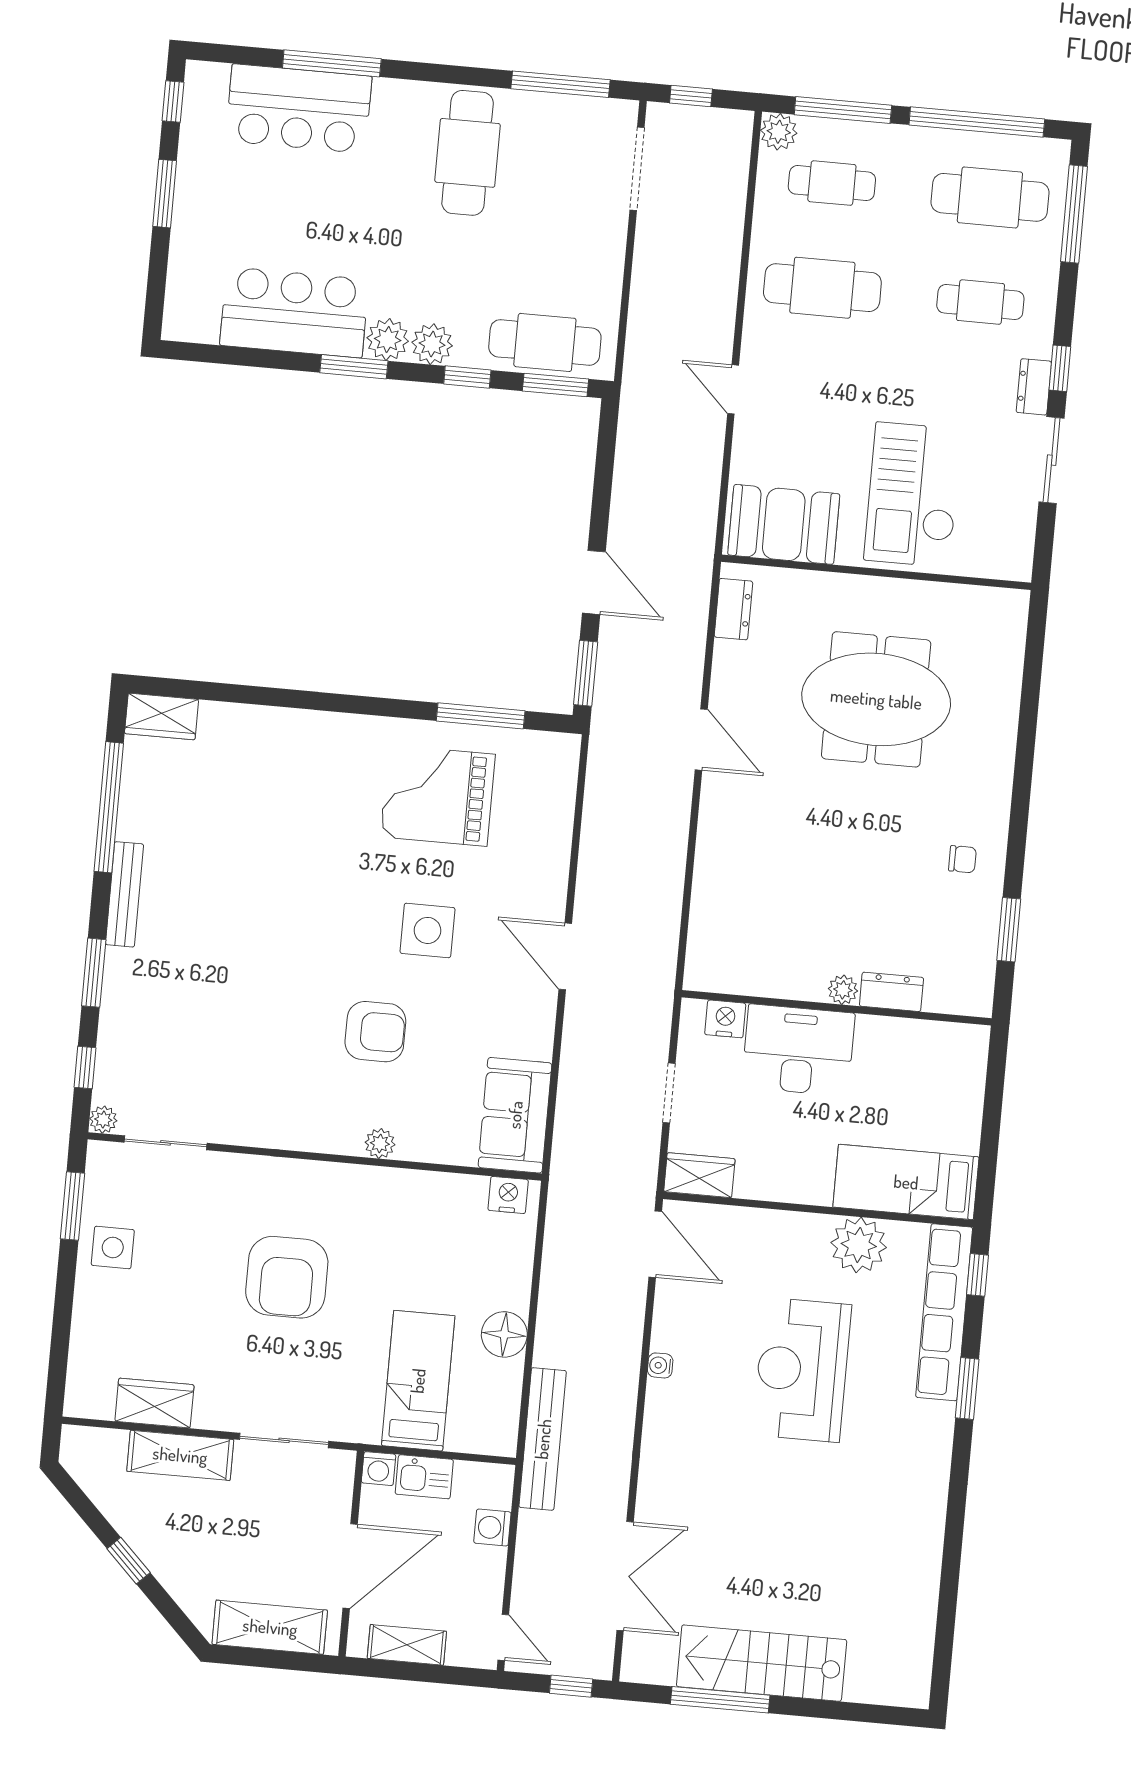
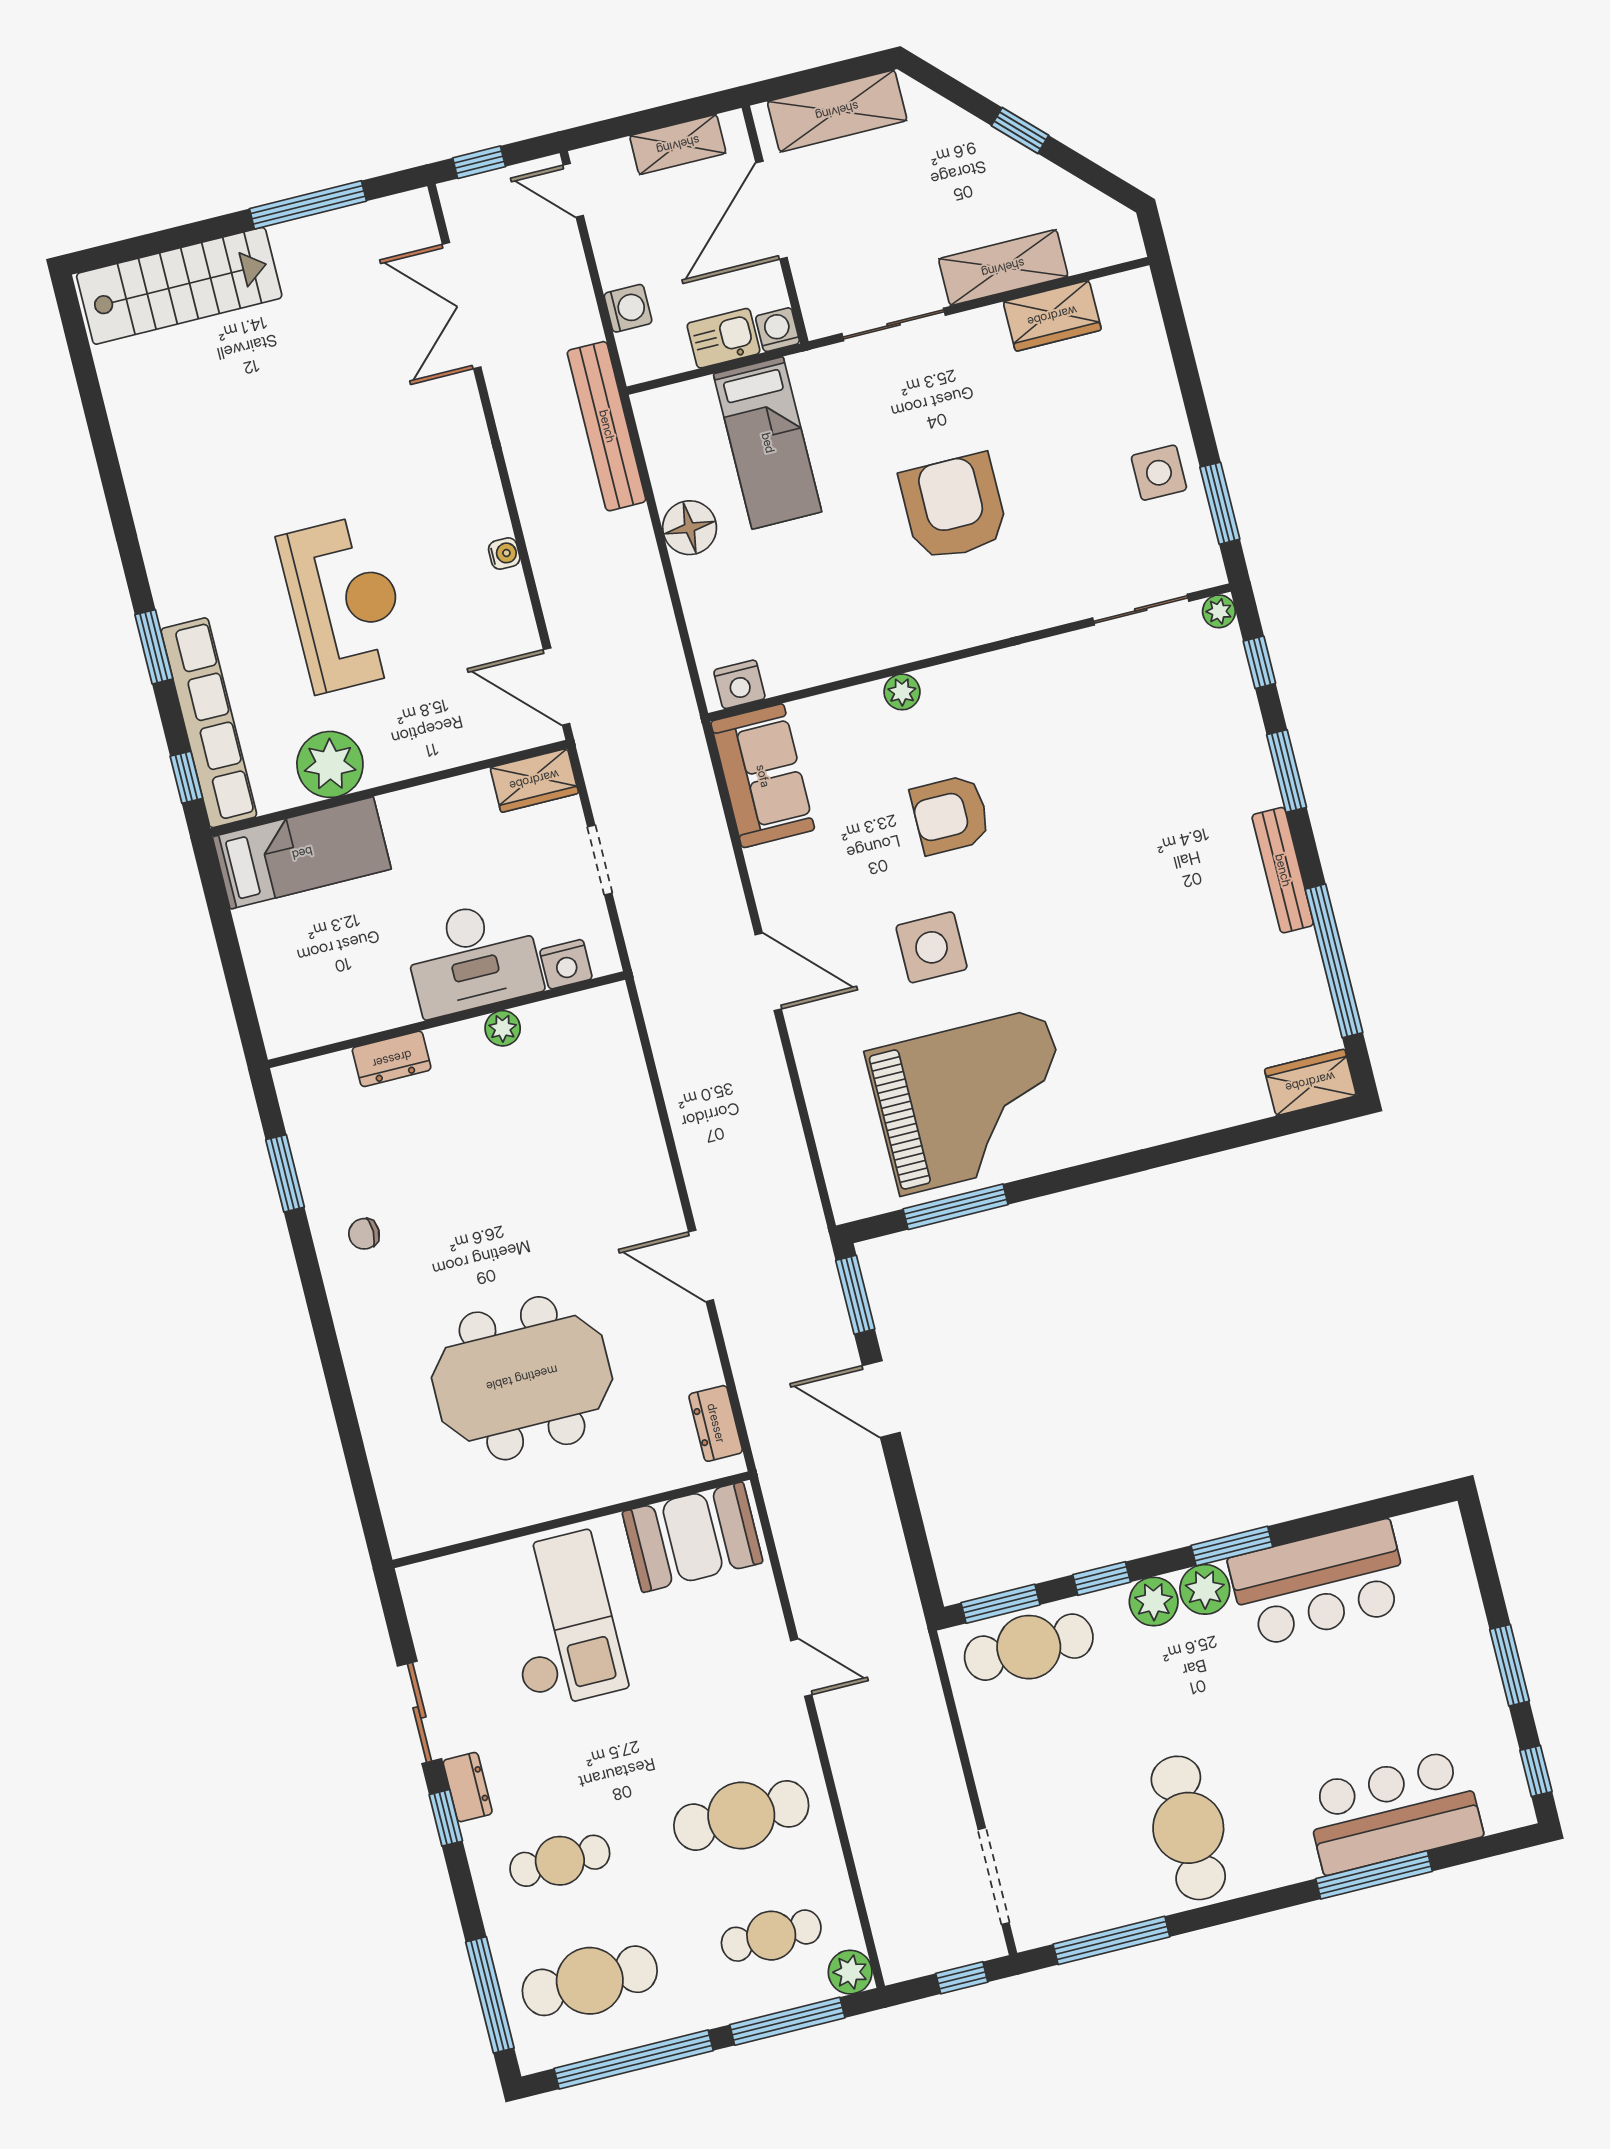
grand piano: (438, 796) -> (972, 1101), width x1.37, depth x1.48
plant: (843, 990) -> (503, 1028), moved
stairs: (762, 1663) -> (179, 286), moved

